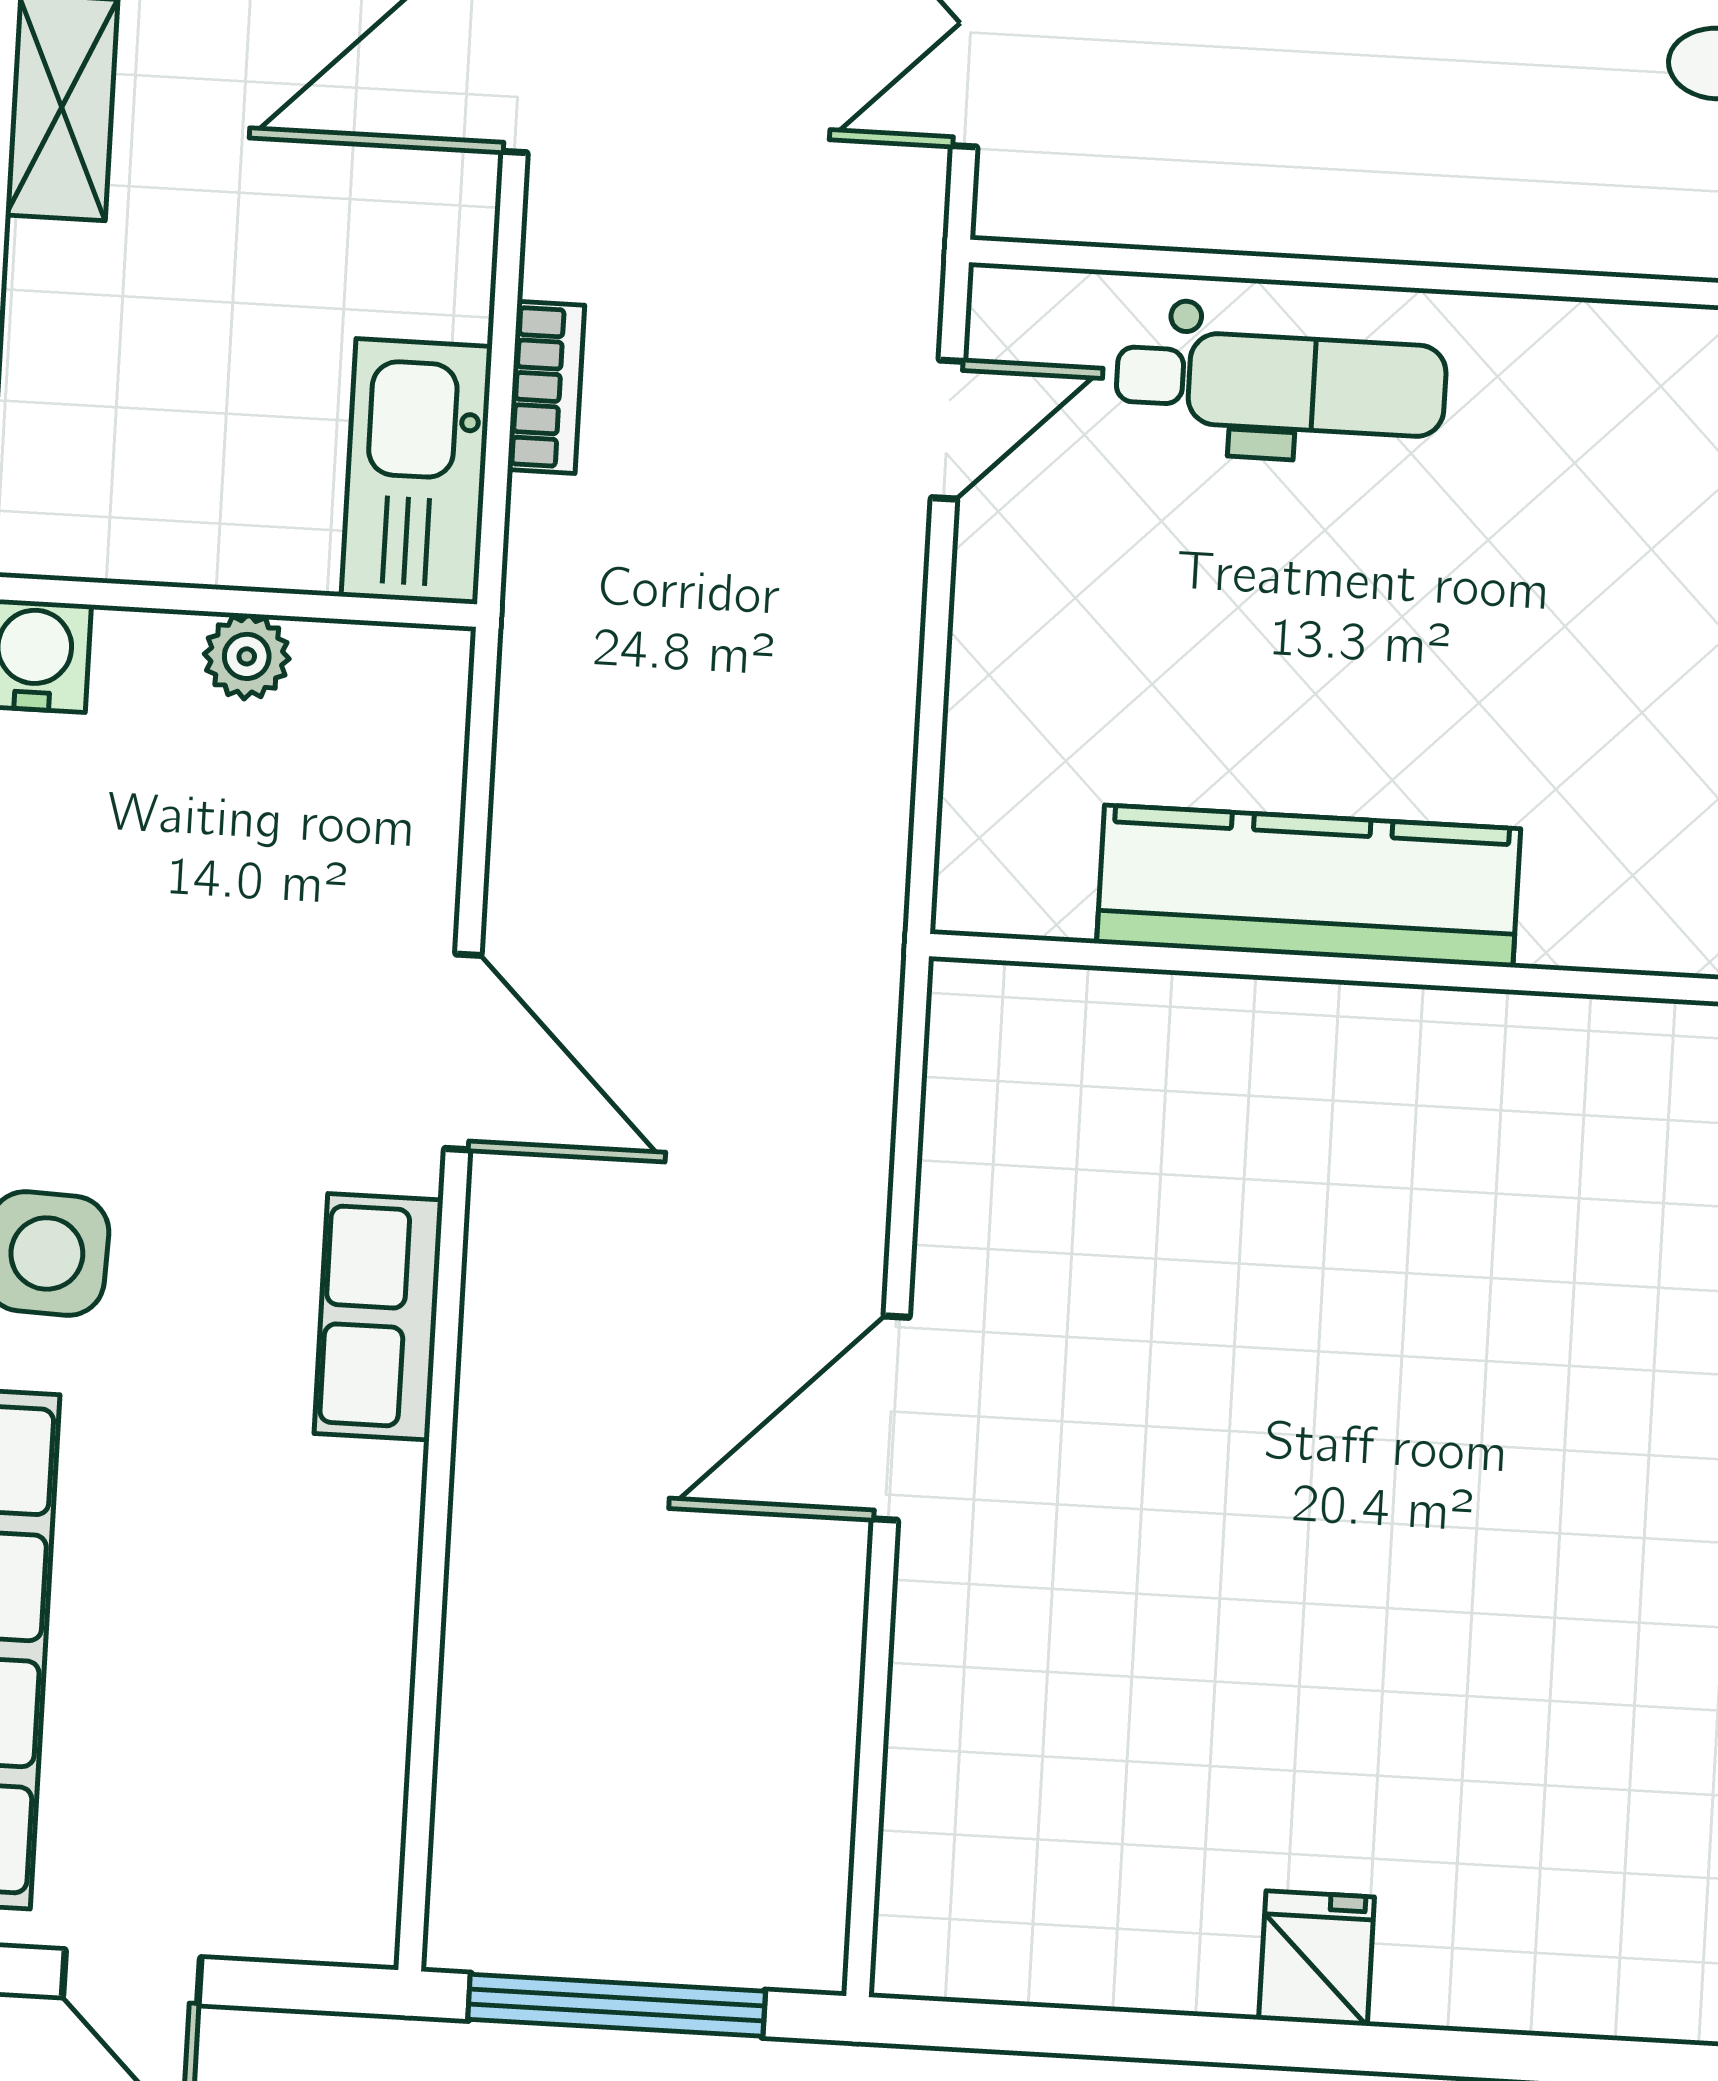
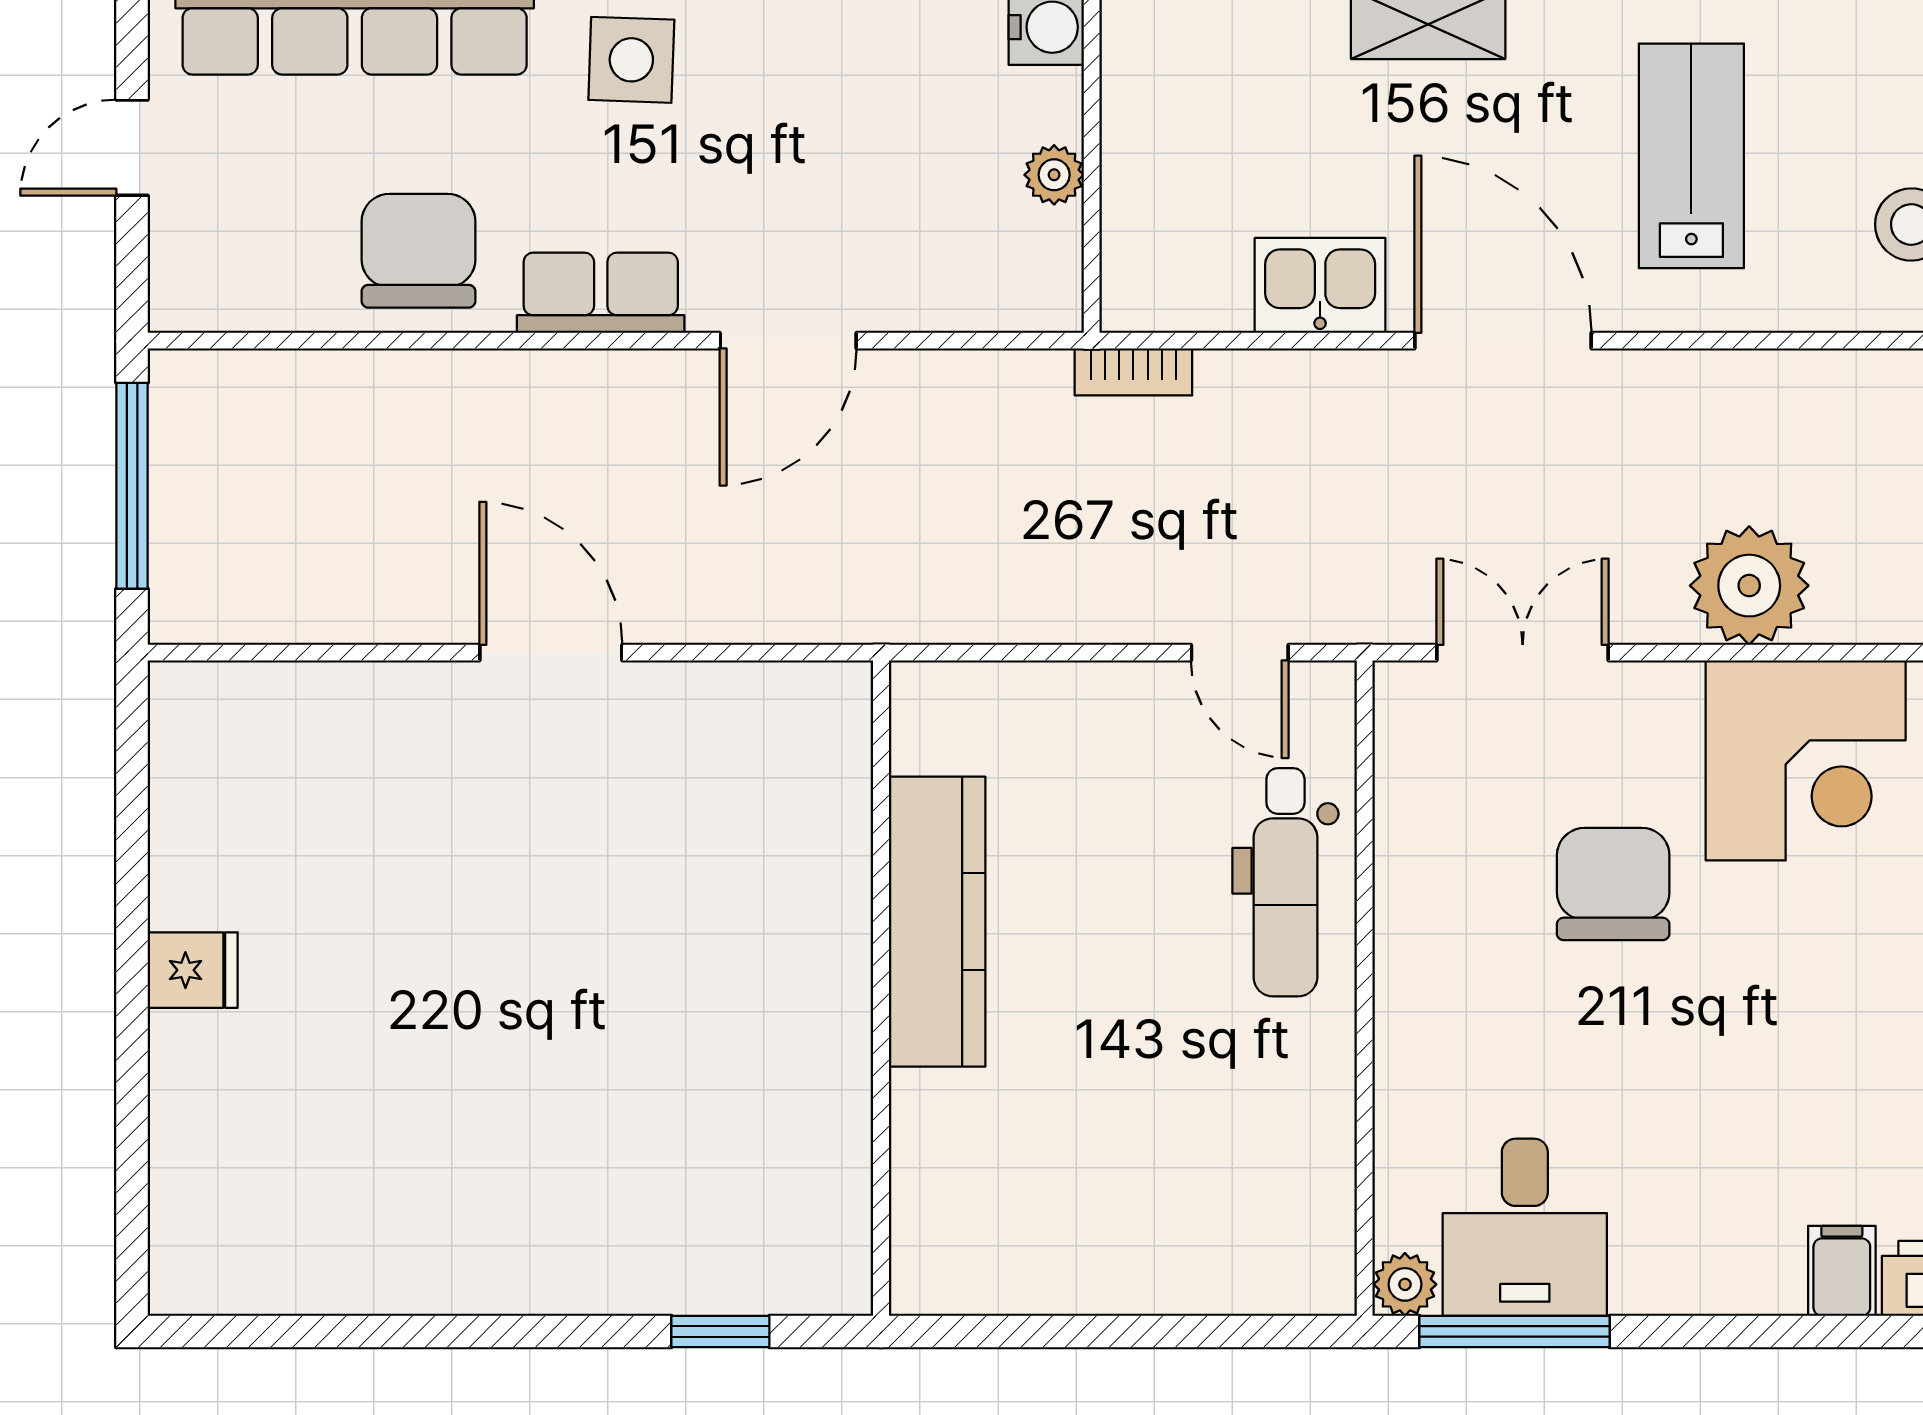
bookcase: (546, 387) -> (1133, 372), moved
kitchen sink: (417, 471) -> (1320, 285), moved, width x0.73
chair: (303, 1575) -> (418, 251), added

